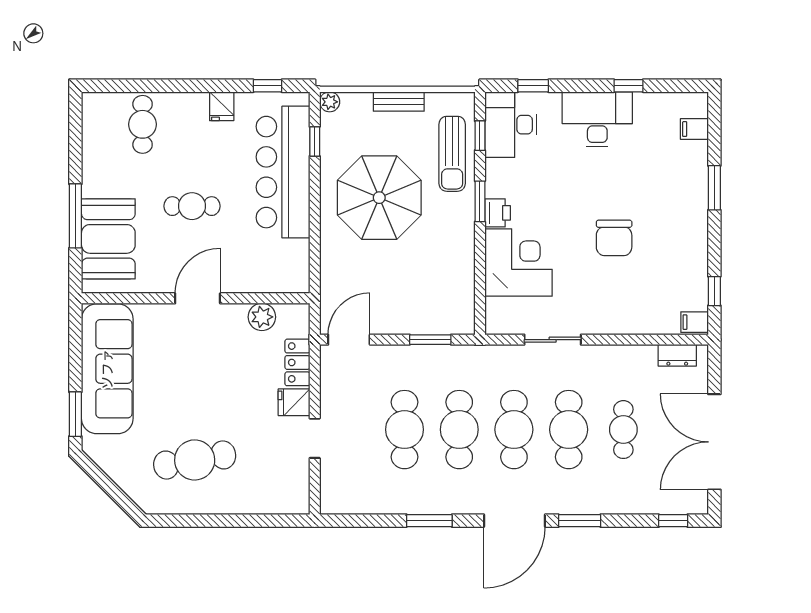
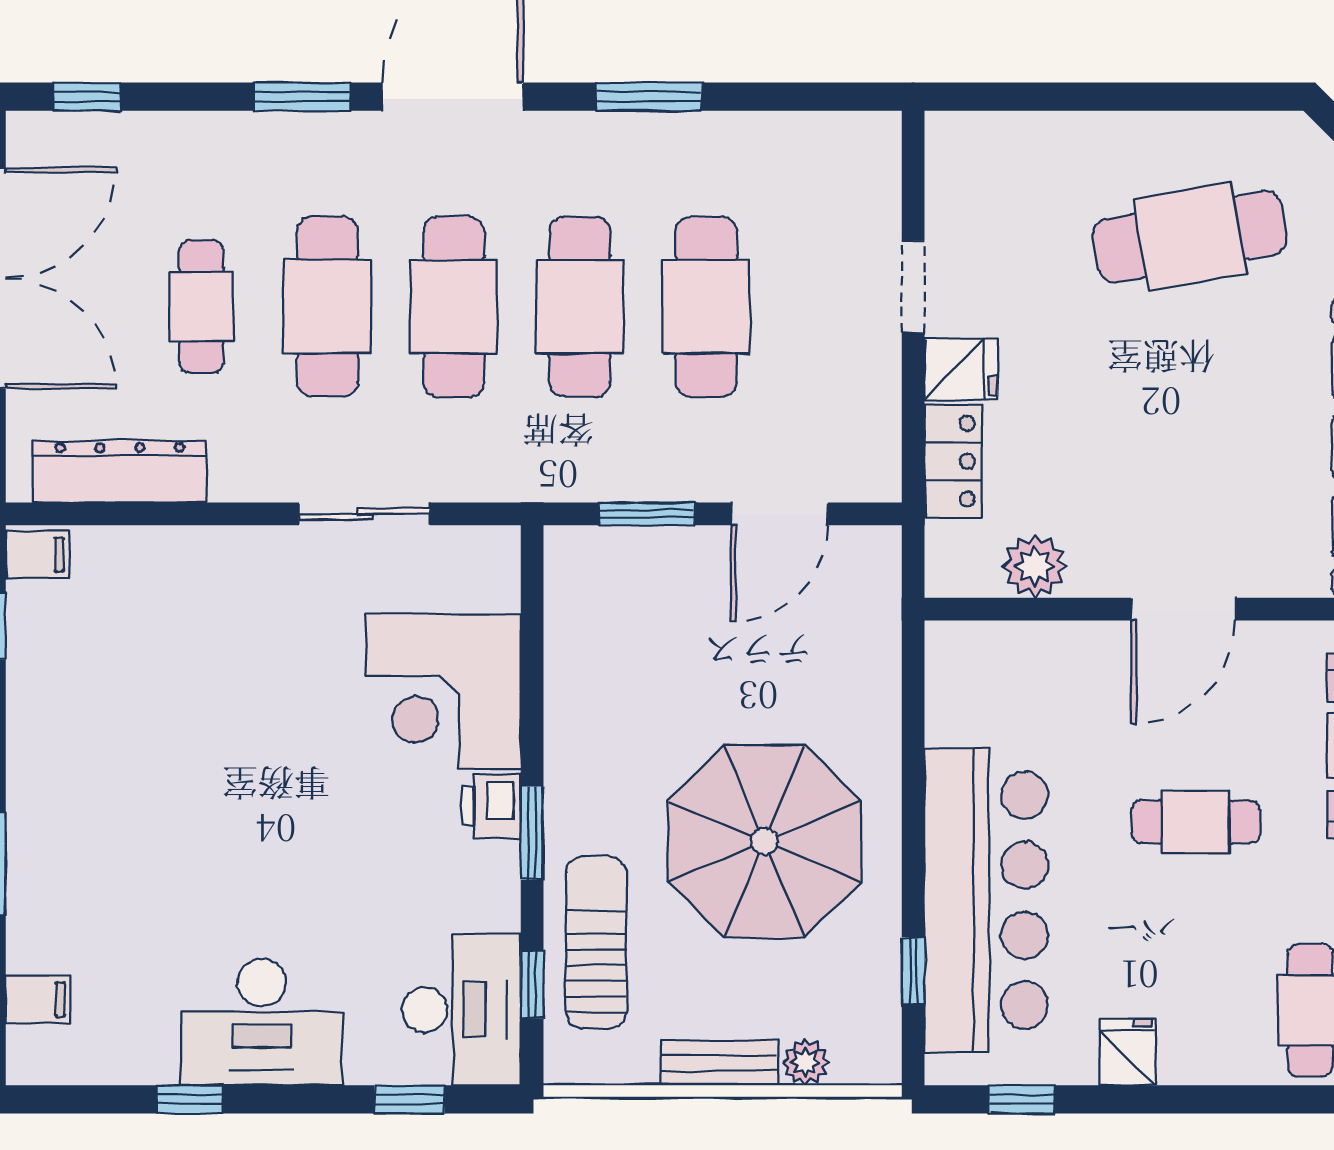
plant: (330, 102) -> (806, 1062), moved
chair: (614, 238) -> (223, 748), removed
door: (349, 340) -> (779, 514), moved
dresser: (677, 355) -> (120, 472), width x1.96, depth x1.24

